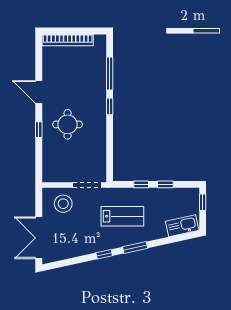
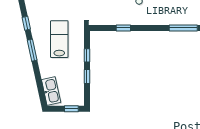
window: (110, 106) -> (123, 28), moved
lab bench: (122, 216) -> (59, 39), turned 180

